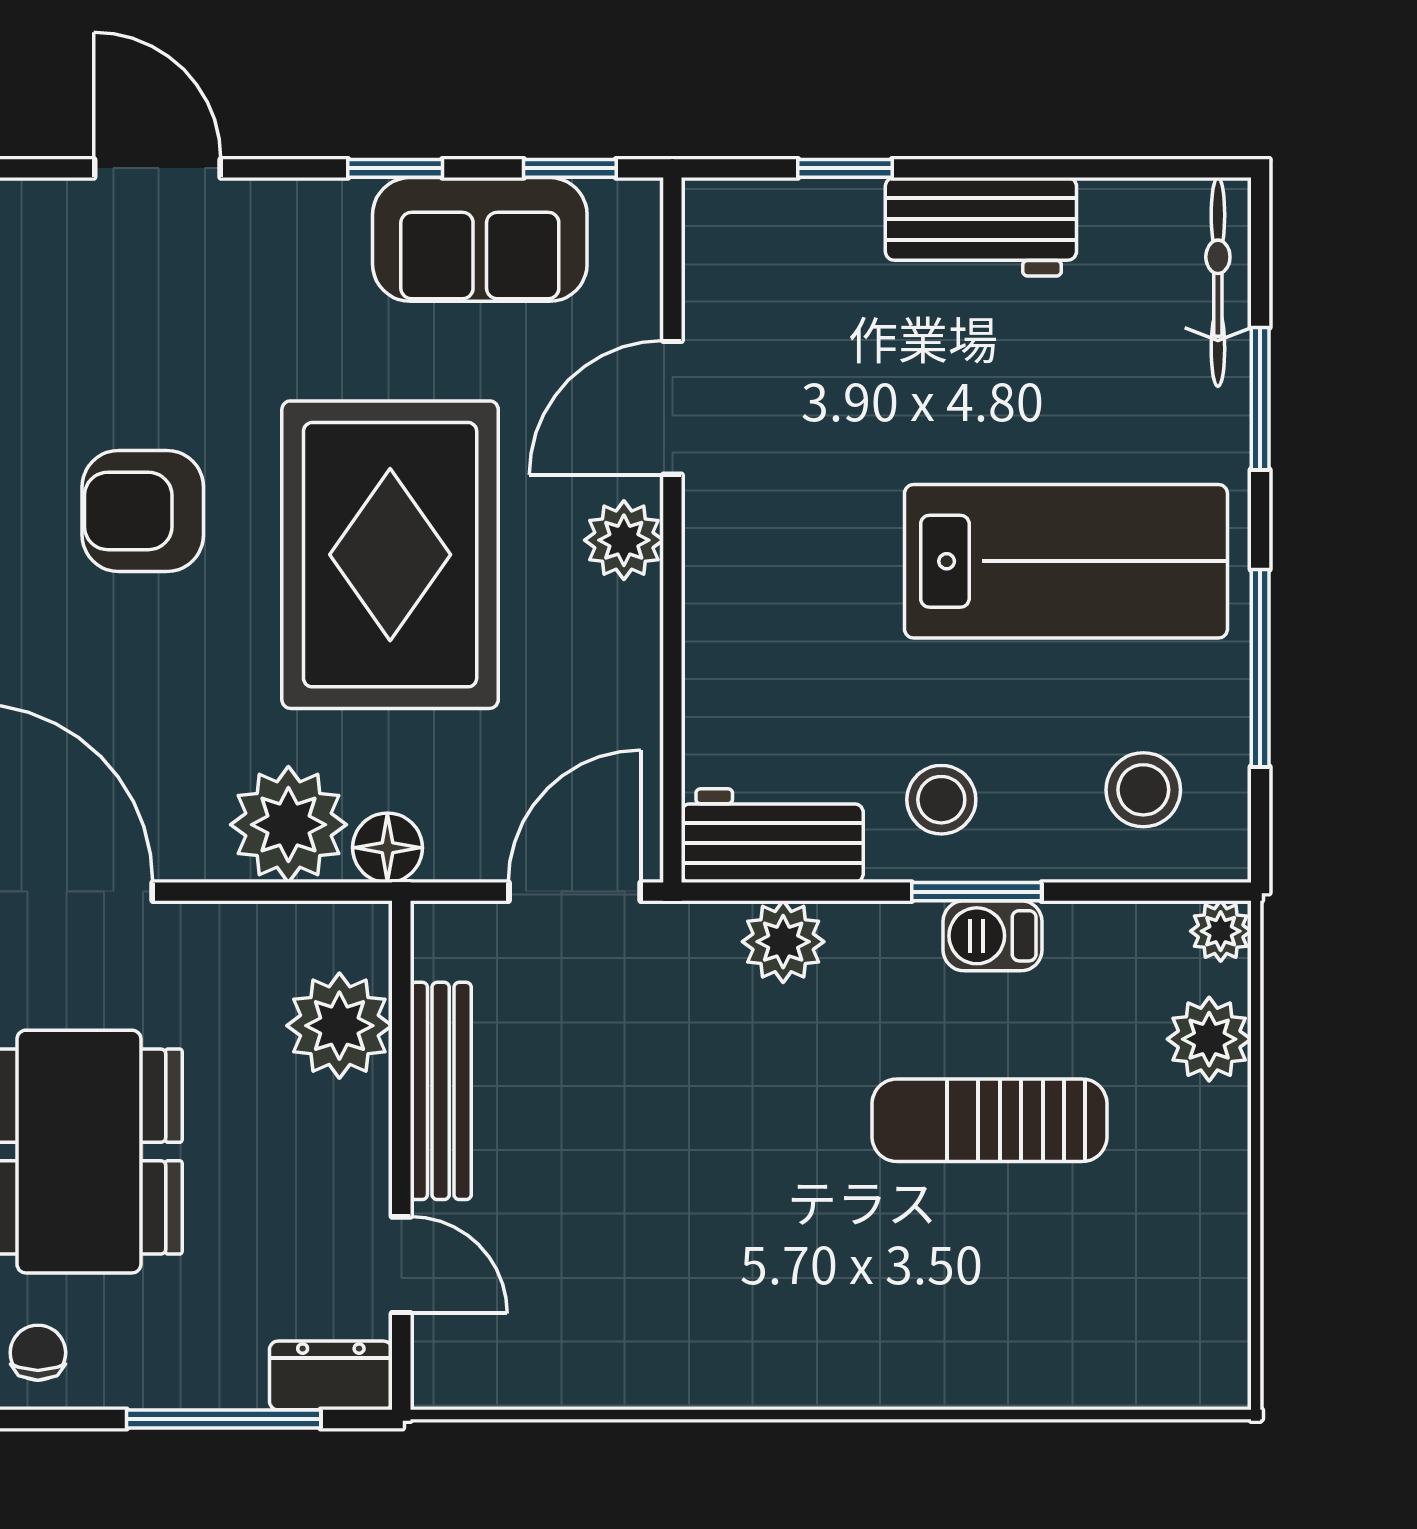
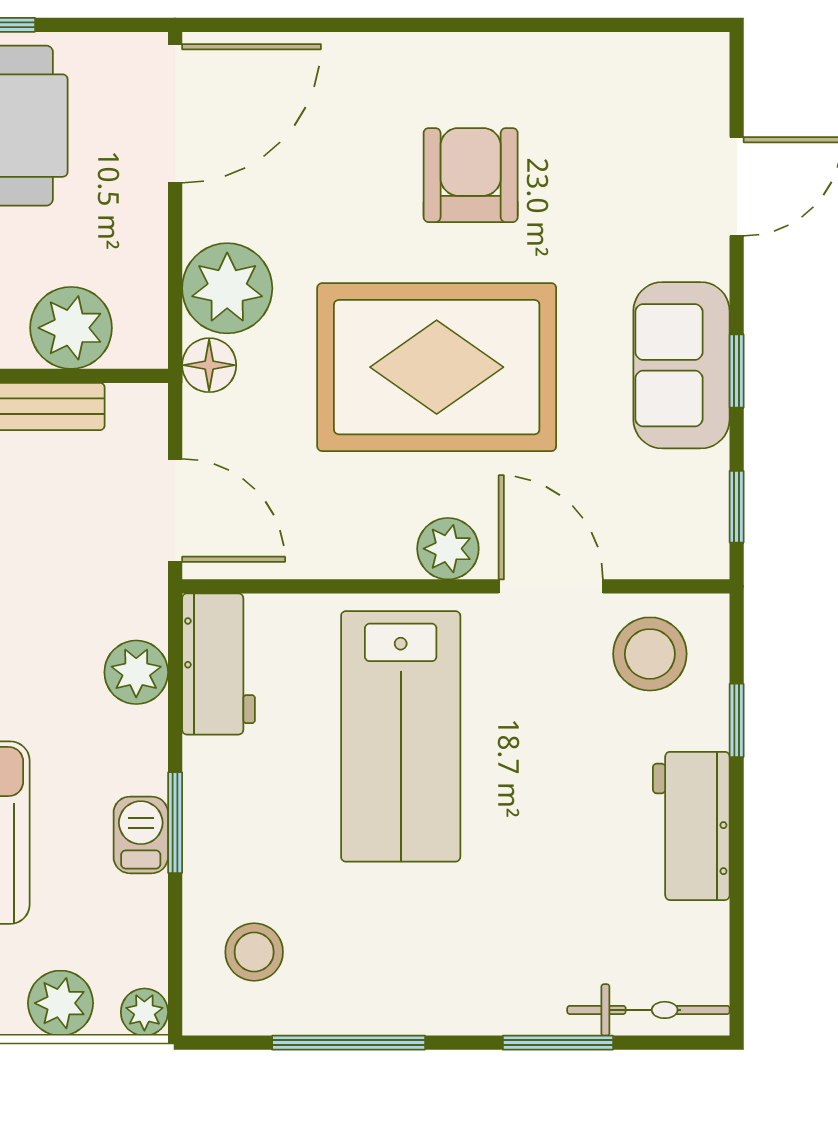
sofa: (480, 239) -> (681, 365), moved
lab bench: (1066, 561) -> (401, 736), moved
stool: (941, 800) -> (650, 654), moved, width x1.38, depth x1.38

